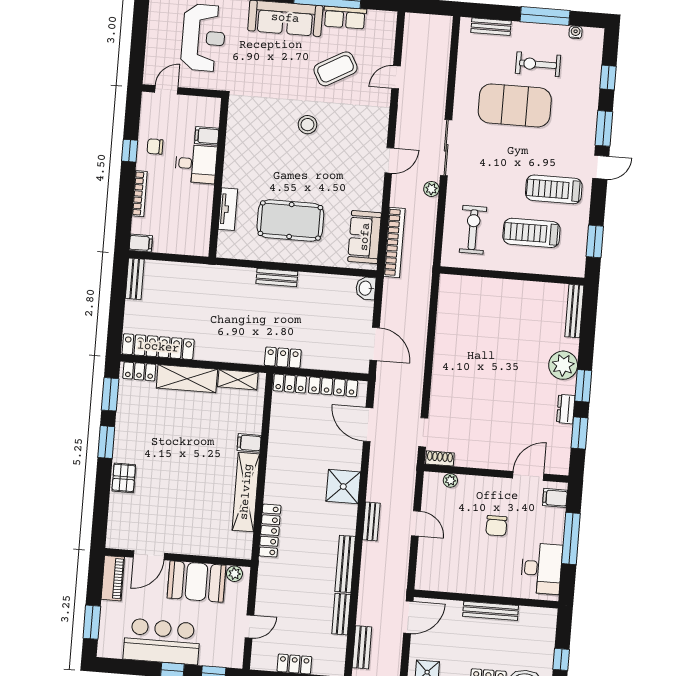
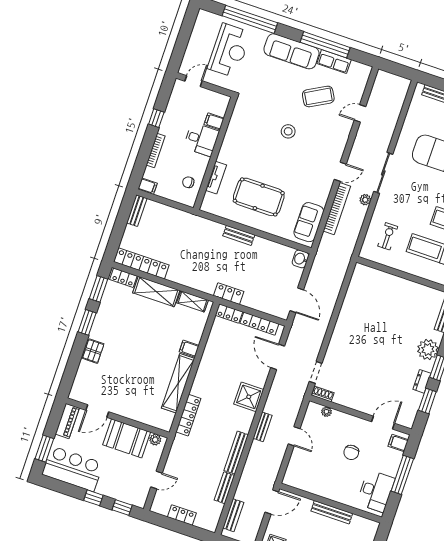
chair: (155, 147) -> (188, 182), moved
exercise bike: (473, 230) -> (388, 236), width x0.73, depth x0.72
bookcase: (394, 242) -> (337, 209), moved
bar counter: (162, 641) -> (73, 469), moved

